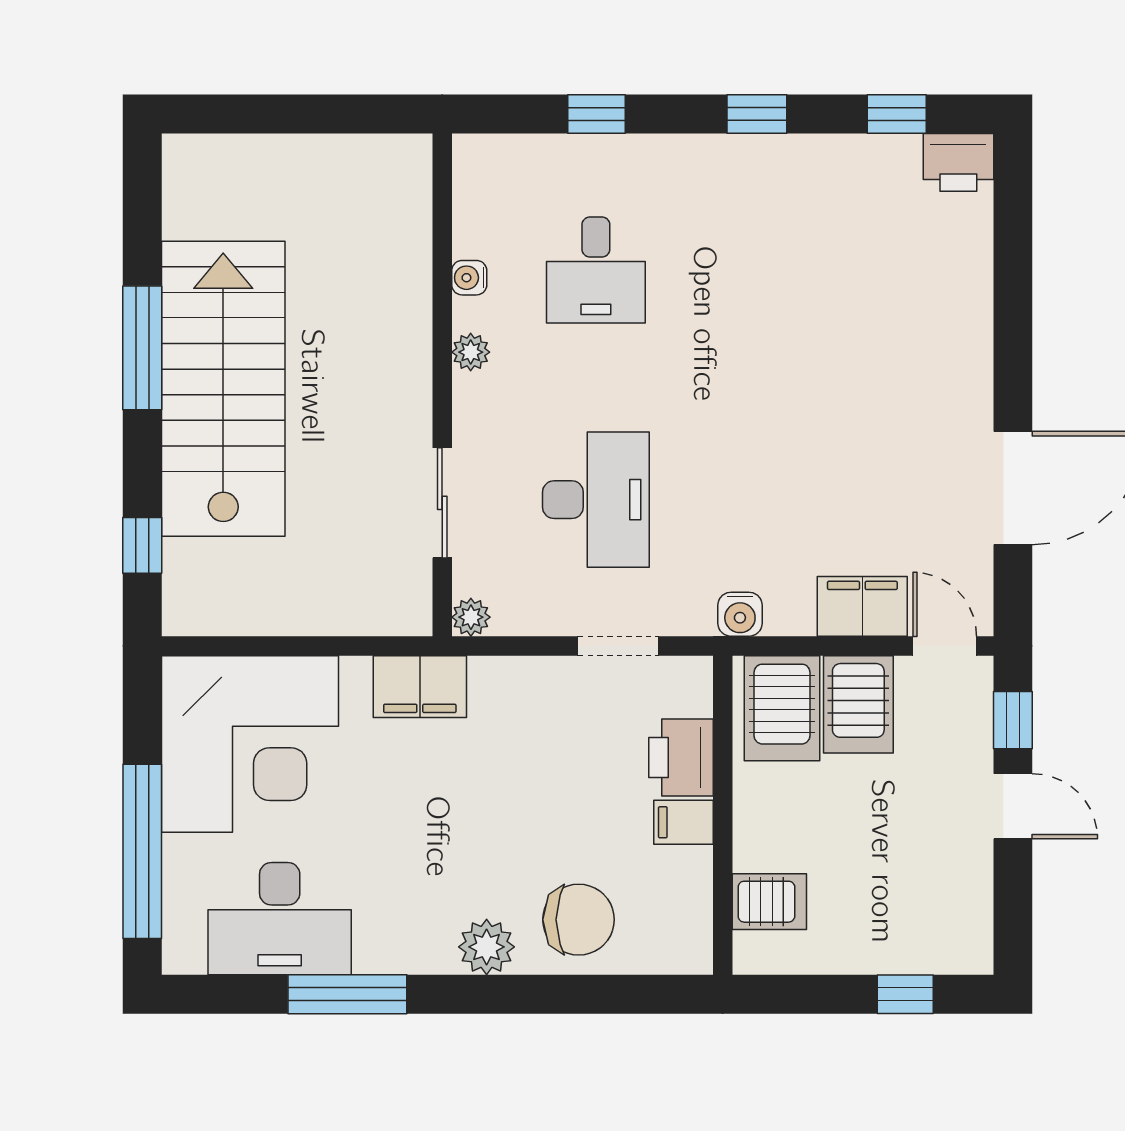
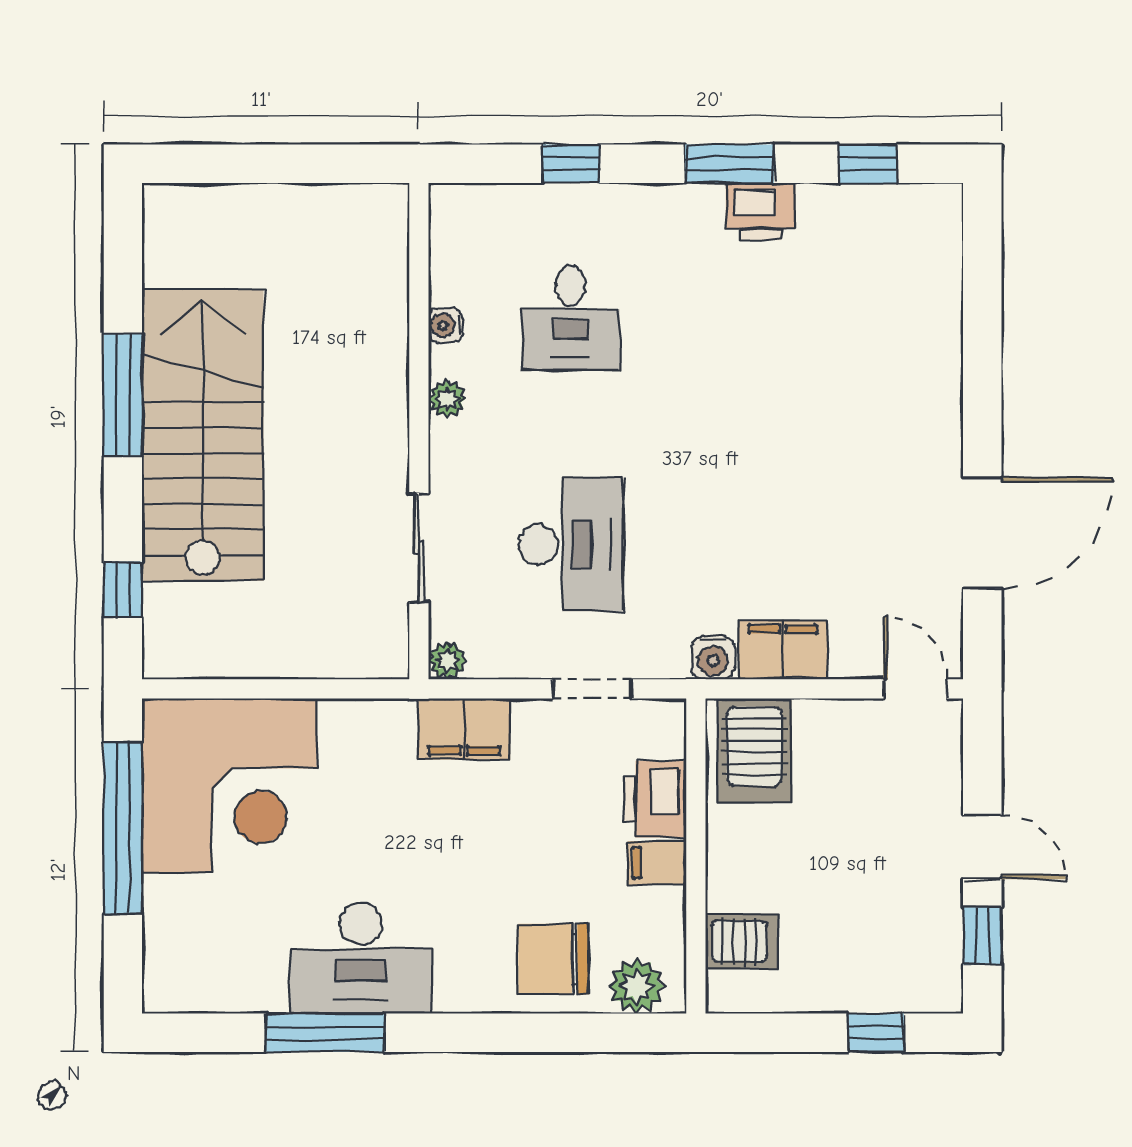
window: (757, 114) -> (730, 164), width x1.50
printer: (958, 162) -> (760, 211), moved
filing cabinet: (862, 606) -> (783, 650), moved
filing cabinet: (420, 687) -> (464, 729), moved
server rack: (858, 704) -> (830, 747), removed
window: (1013, 720) -> (982, 936), moved
window: (142, 851) -> (123, 828), moved
desk: (280, 919) -> (361, 958), moved
chair: (579, 920) -> (554, 959), turned 180
plant: (487, 947) -> (637, 986), moved

